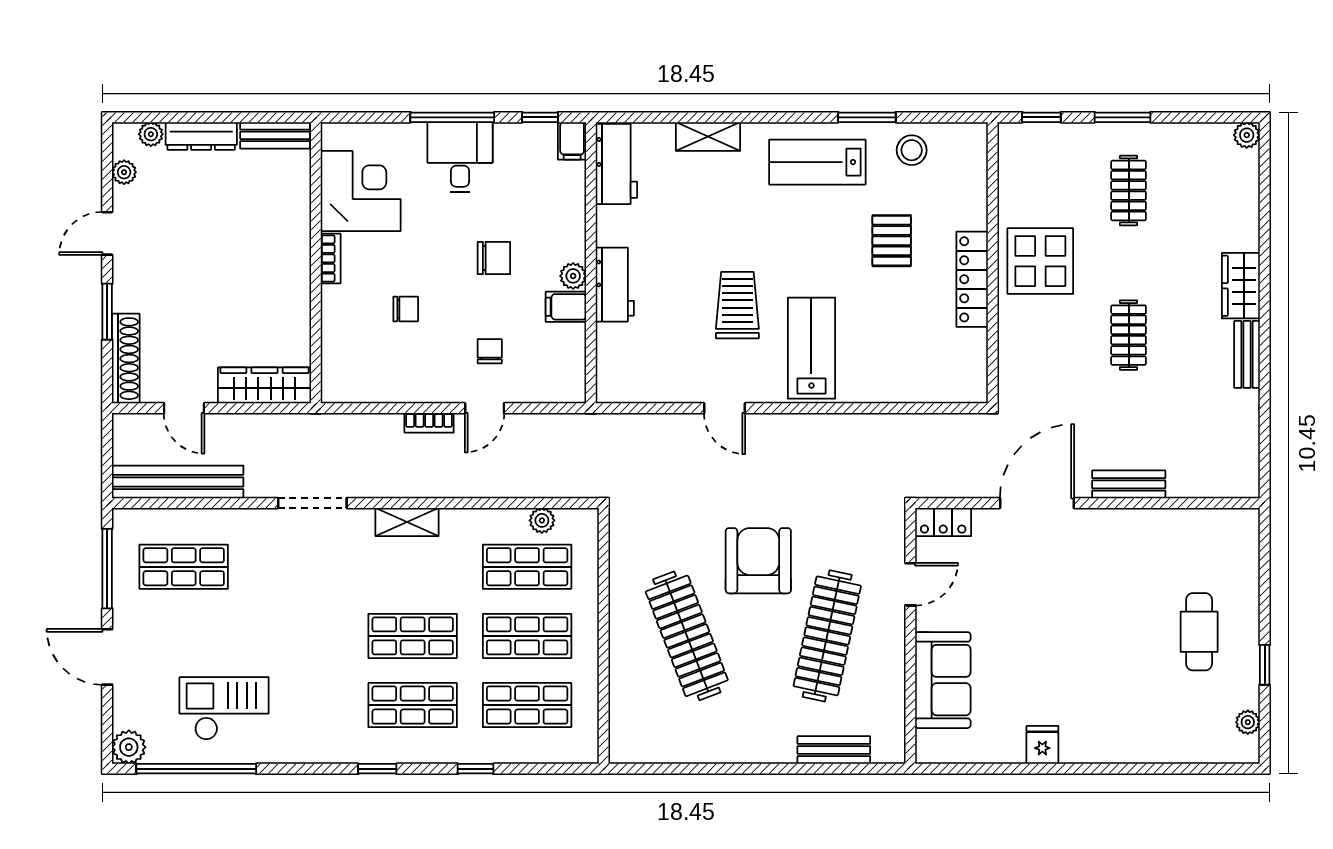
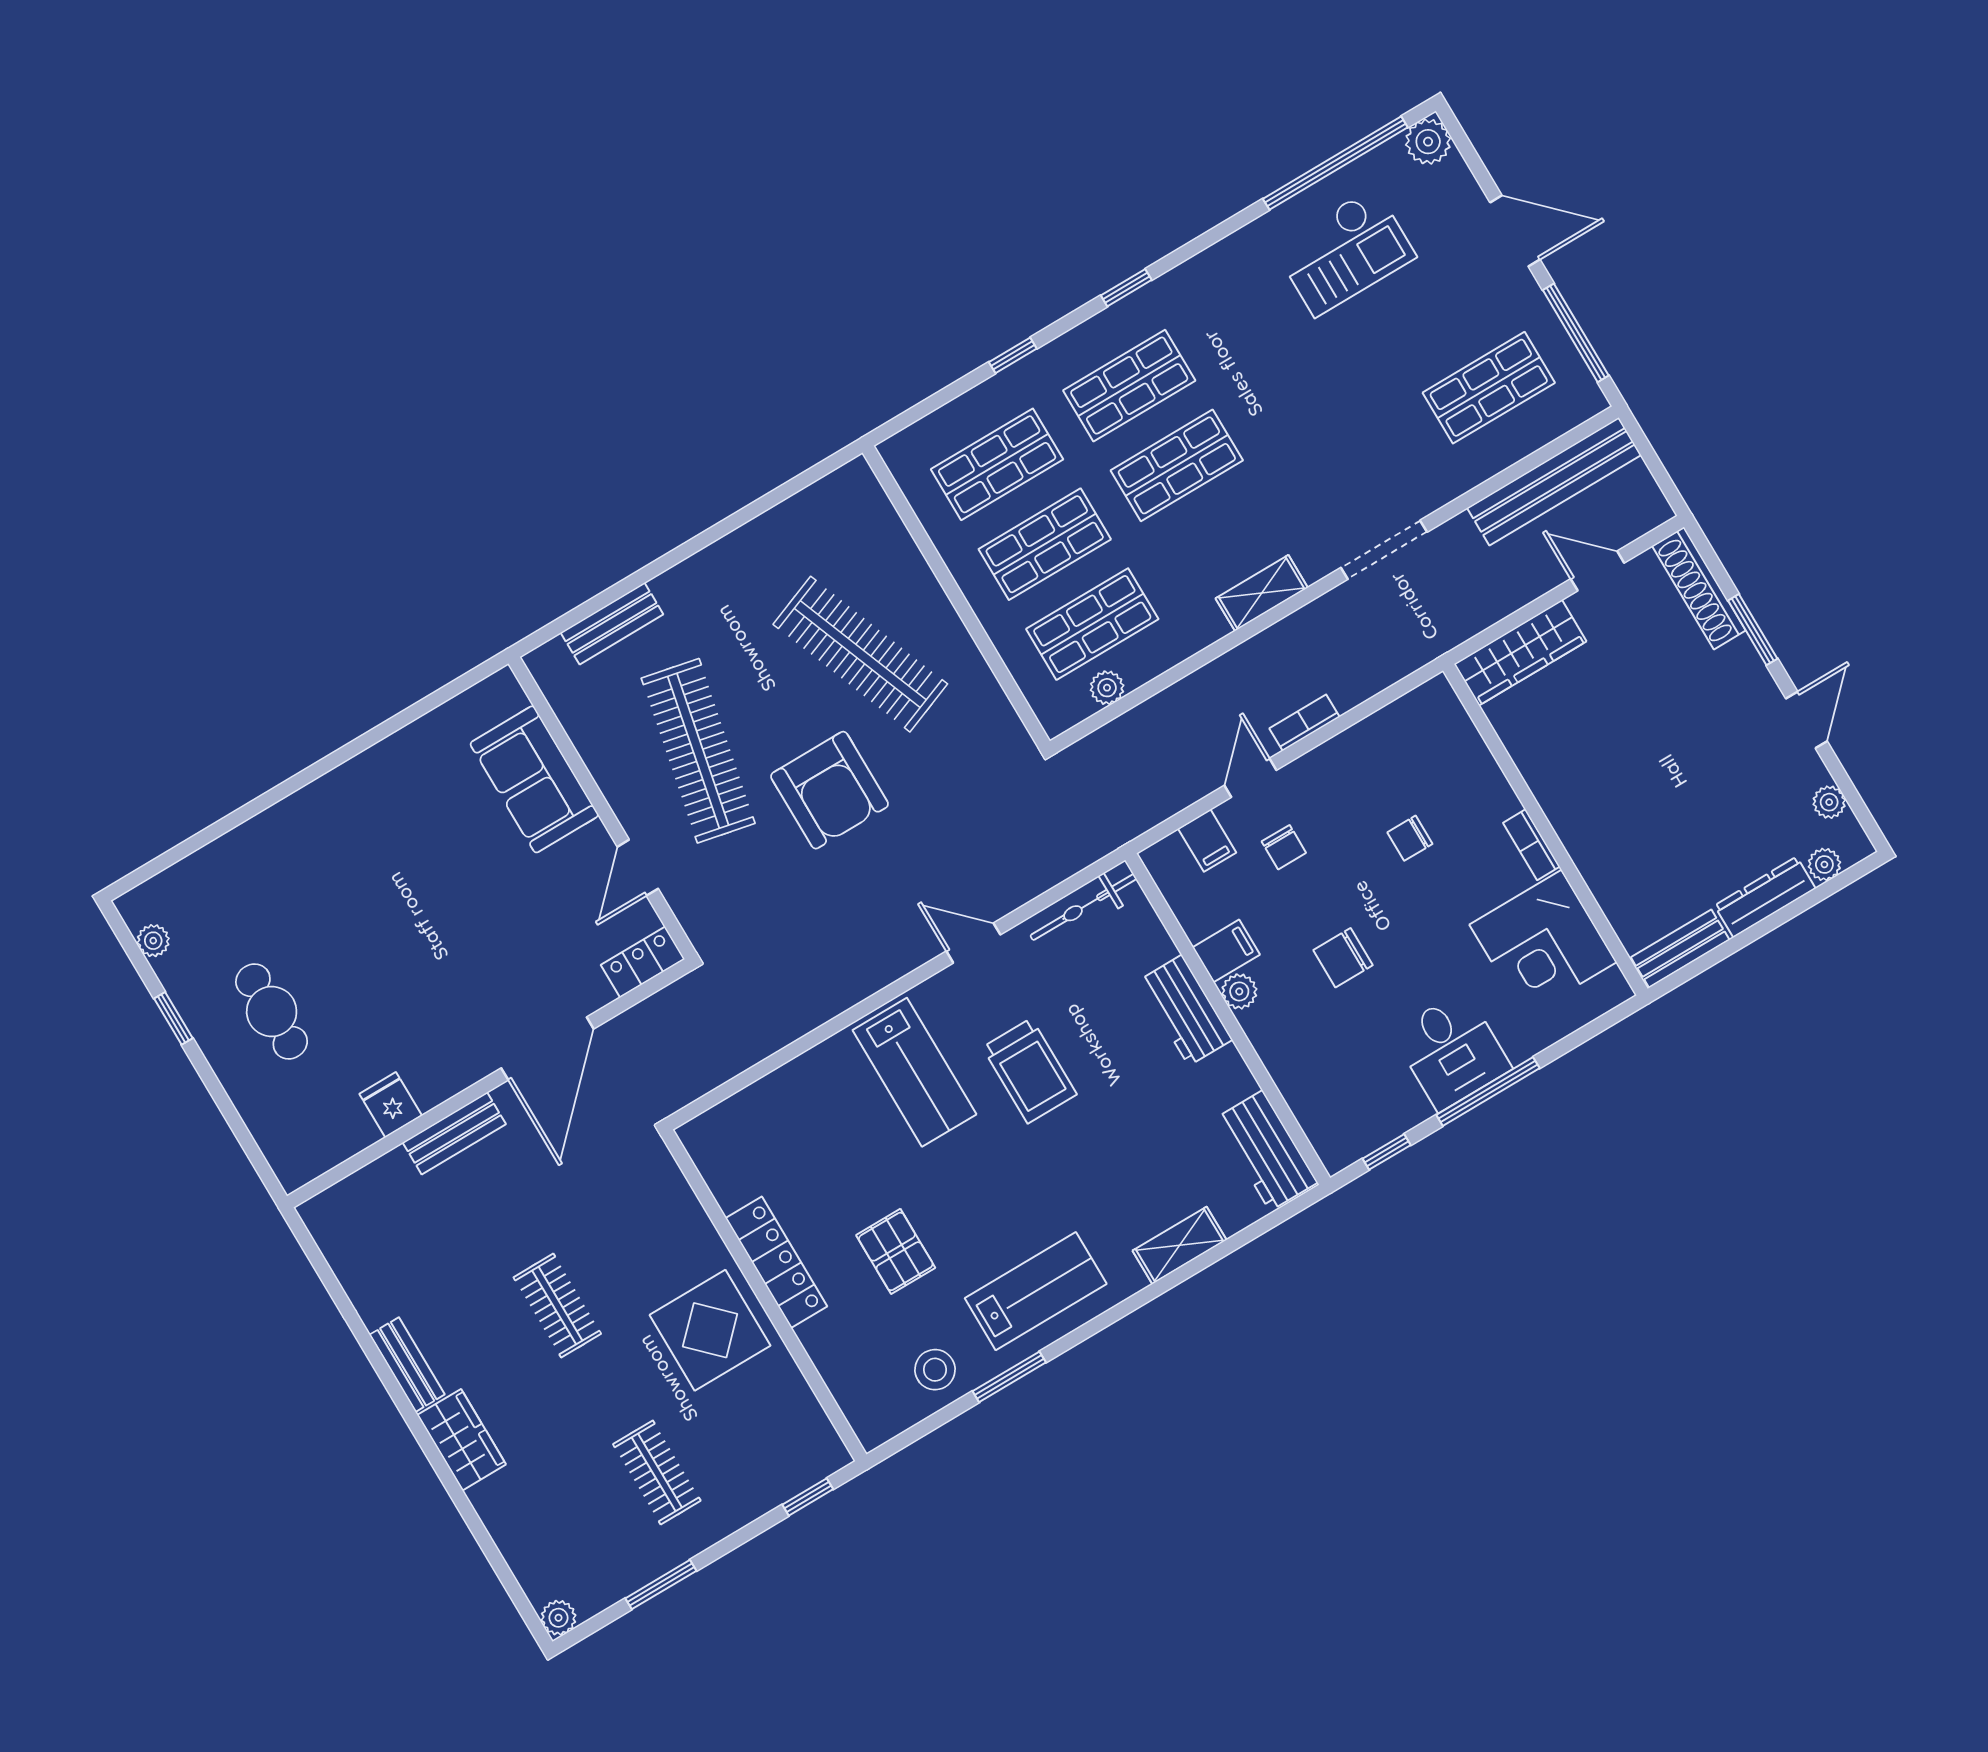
window: (1122, 117) -> (661, 1585), moved
filing cabinet: (572, 141) -> (1207, 841), moved, turned 180
bicycle: (641, 389) -> (1083, 907), added
fridge: (1042, 745) -> (391, 1105), moved, turned 180

